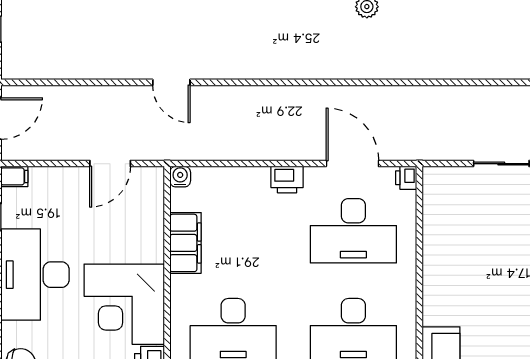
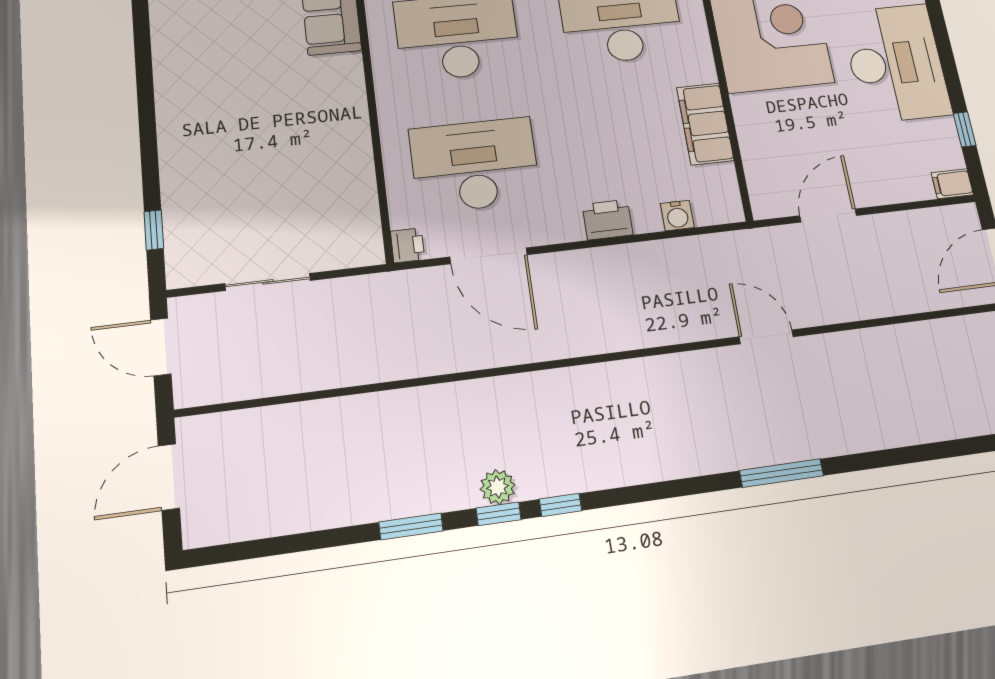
water cooler: (180, 177) -> (677, 216), moved
printer: (287, 180) -> (608, 220), moved

